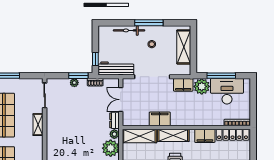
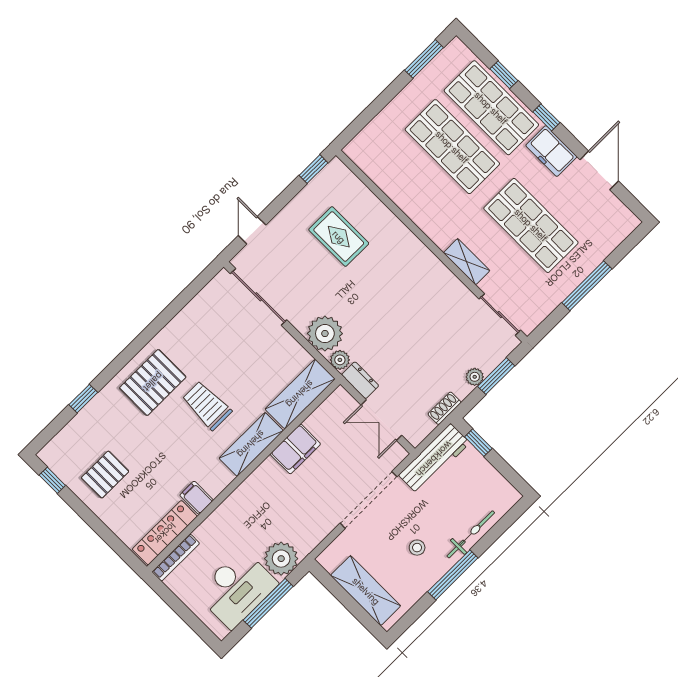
window: (78, 76) -> (496, 376), moved
filing cabinet: (183, 85) -> (311, 534), removed
double door: (121, 100) -> (381, 420), swing flipped
filing cabinet: (205, 136) -> (197, 498), width x0.50

